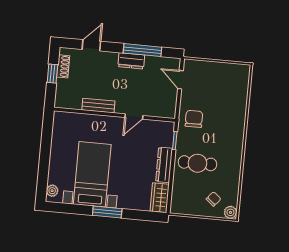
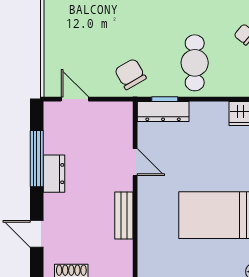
door: (180, 80) -> (75, 99), swing flipped
chair: (194, 119) -> (130, 74), turned 60
dresser: (164, 165) -> (163, 111), moved

